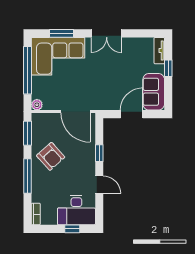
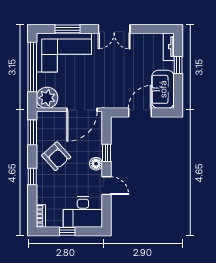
plant: (37, 105) -> (47, 98), width x1.88, depth x1.88
door: (75, 112) -> (82, 110), hinge flipped
floor lamp: (89, 164) -> (96, 164), added
window: (27, 176) -> (32, 177), width x0.46
window: (72, 229) -> (67, 231), moved

